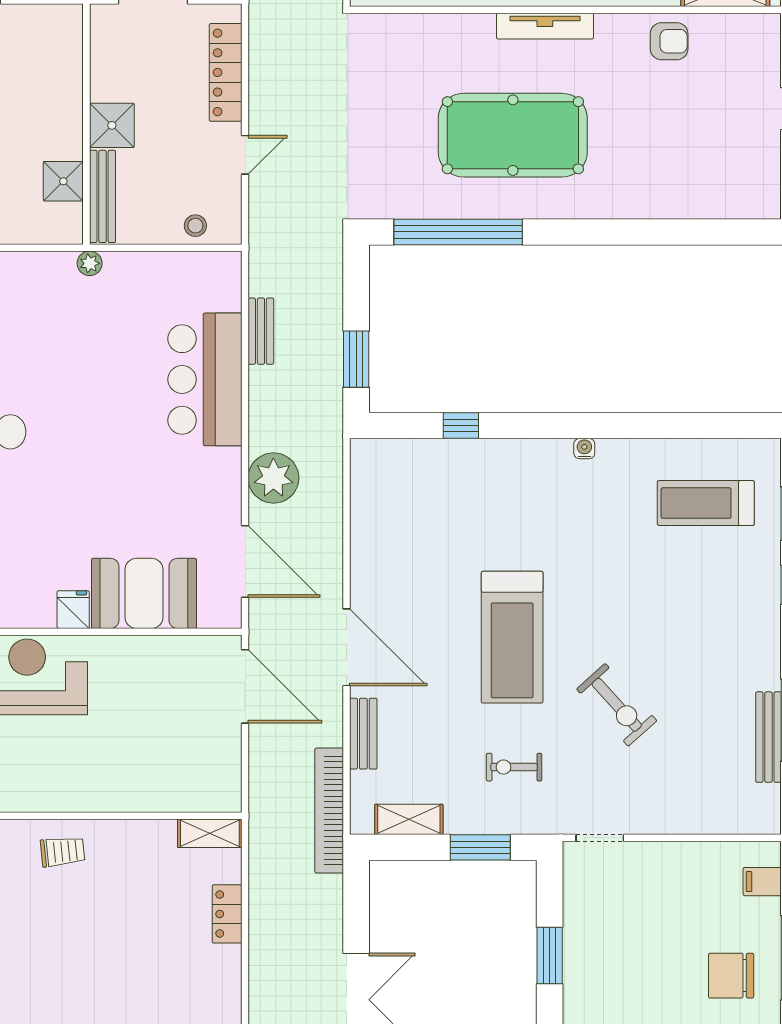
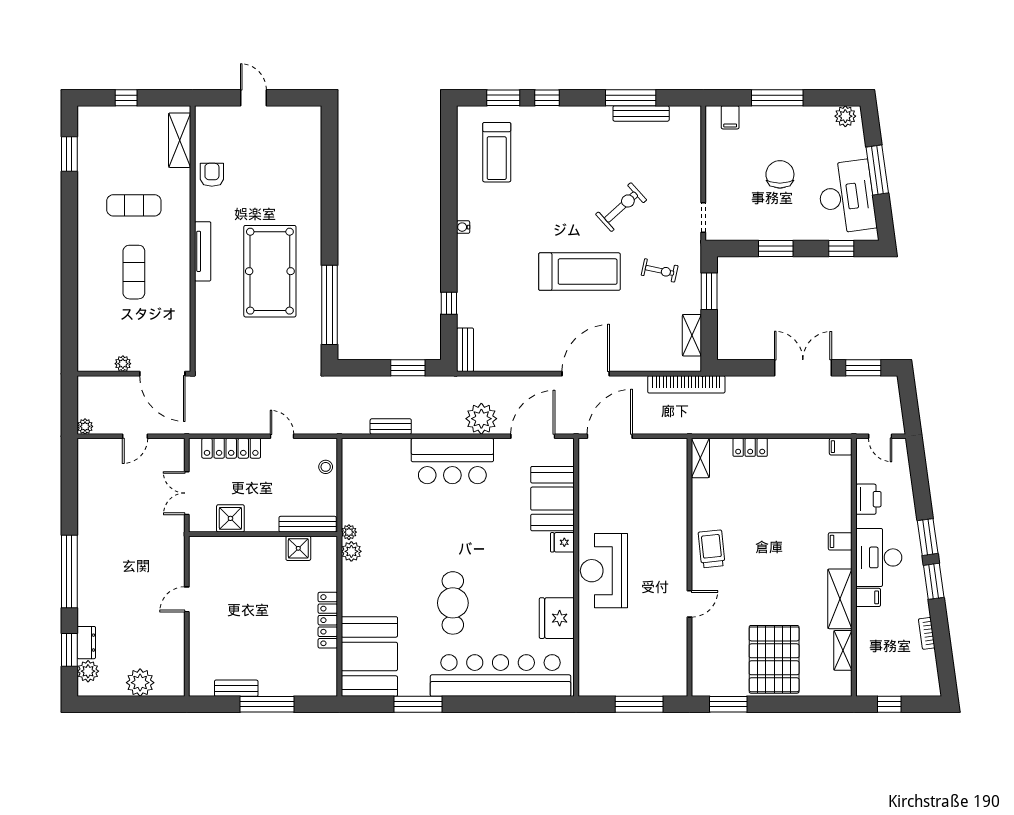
shower: (112, 125) -> (230, 518), moved
plant: (58, 267) -> (351, 551), added
bar counter: (205, 379) -> (452, 461), moved
bench: (363, 734) -> (465, 350), moved, turned 90
exercise bike: (514, 767) -> (660, 270), turned -78
trolley: (63, 852) -> (712, 549), width x1.36, depth x1.39
chair: (731, 976) -> (780, 174), moved, turned 180

